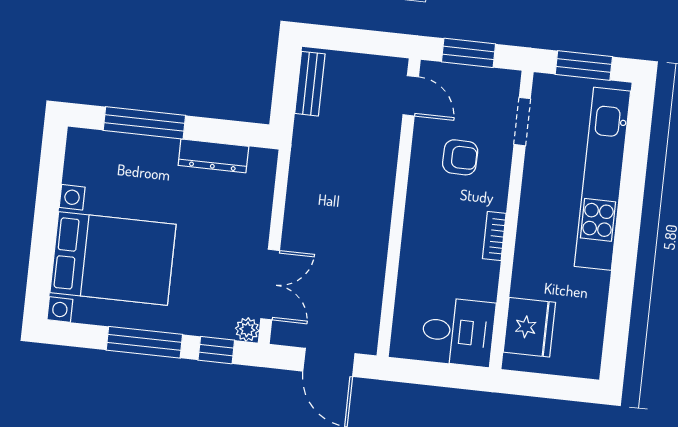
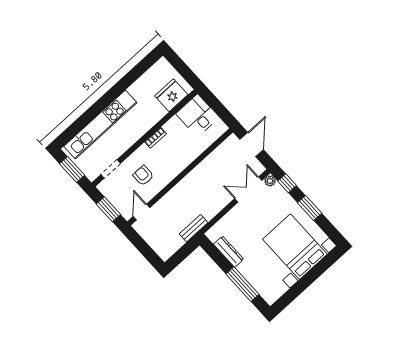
bench: (310, 84) -> (194, 228), moved
window: (144, 342) -> (310, 208), width x0.69

